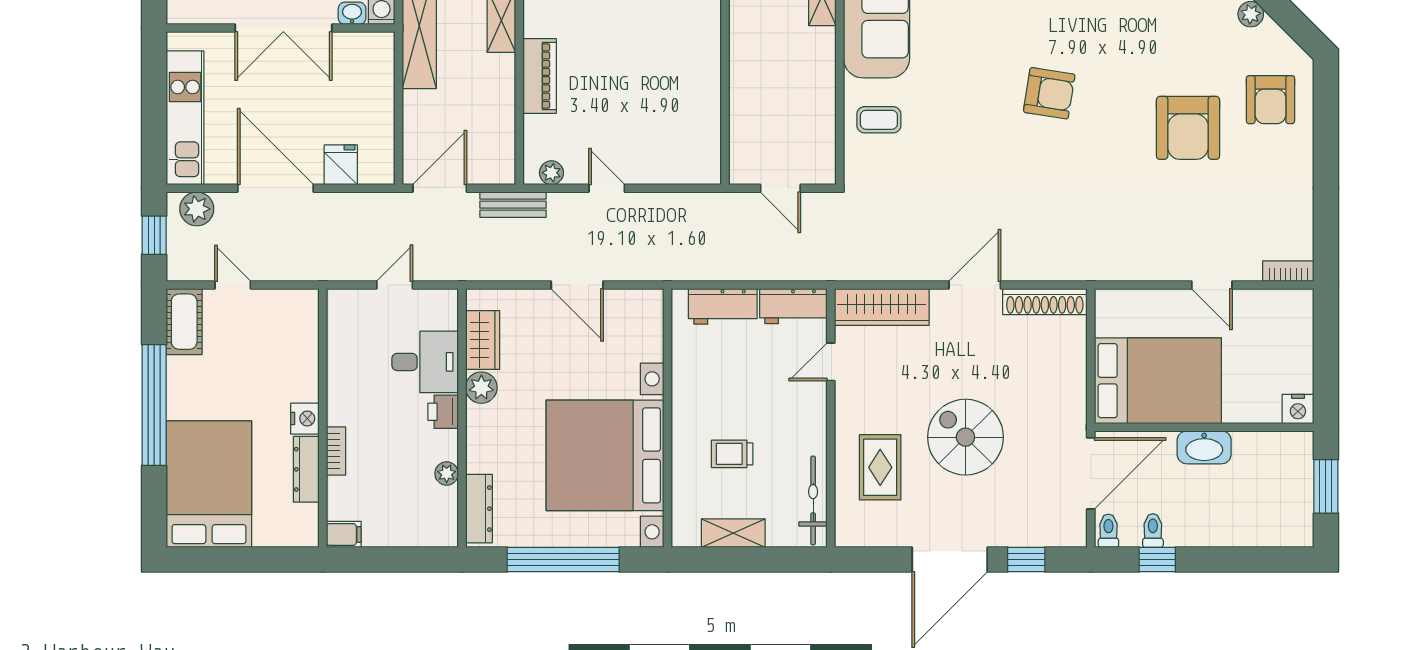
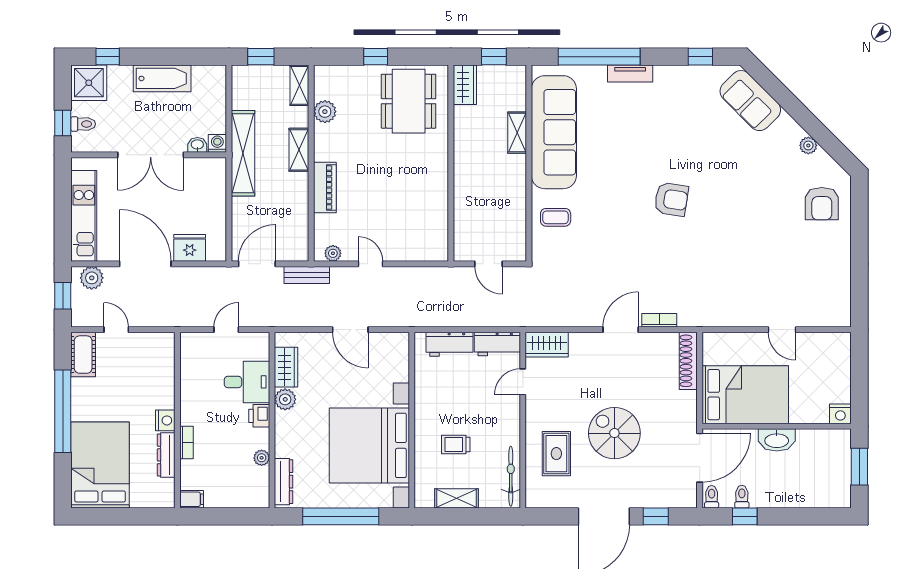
armchair: (1188, 128) -> (766, 223), removed
fridge: (341, 165) -> (190, 248), width x1.38
bookcase: (1288, 271) -> (659, 320), moved
shoe rack: (1045, 302) -> (688, 361), moved, turned 90
wardrobe: (882, 307) -> (547, 345), width x0.67

